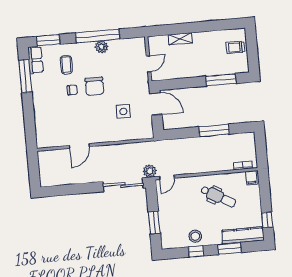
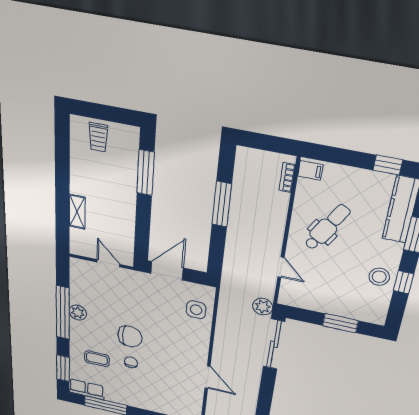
side table: (123, 111) -> (196, 310), moved
door: (167, 177) -> (281, 267), moved

